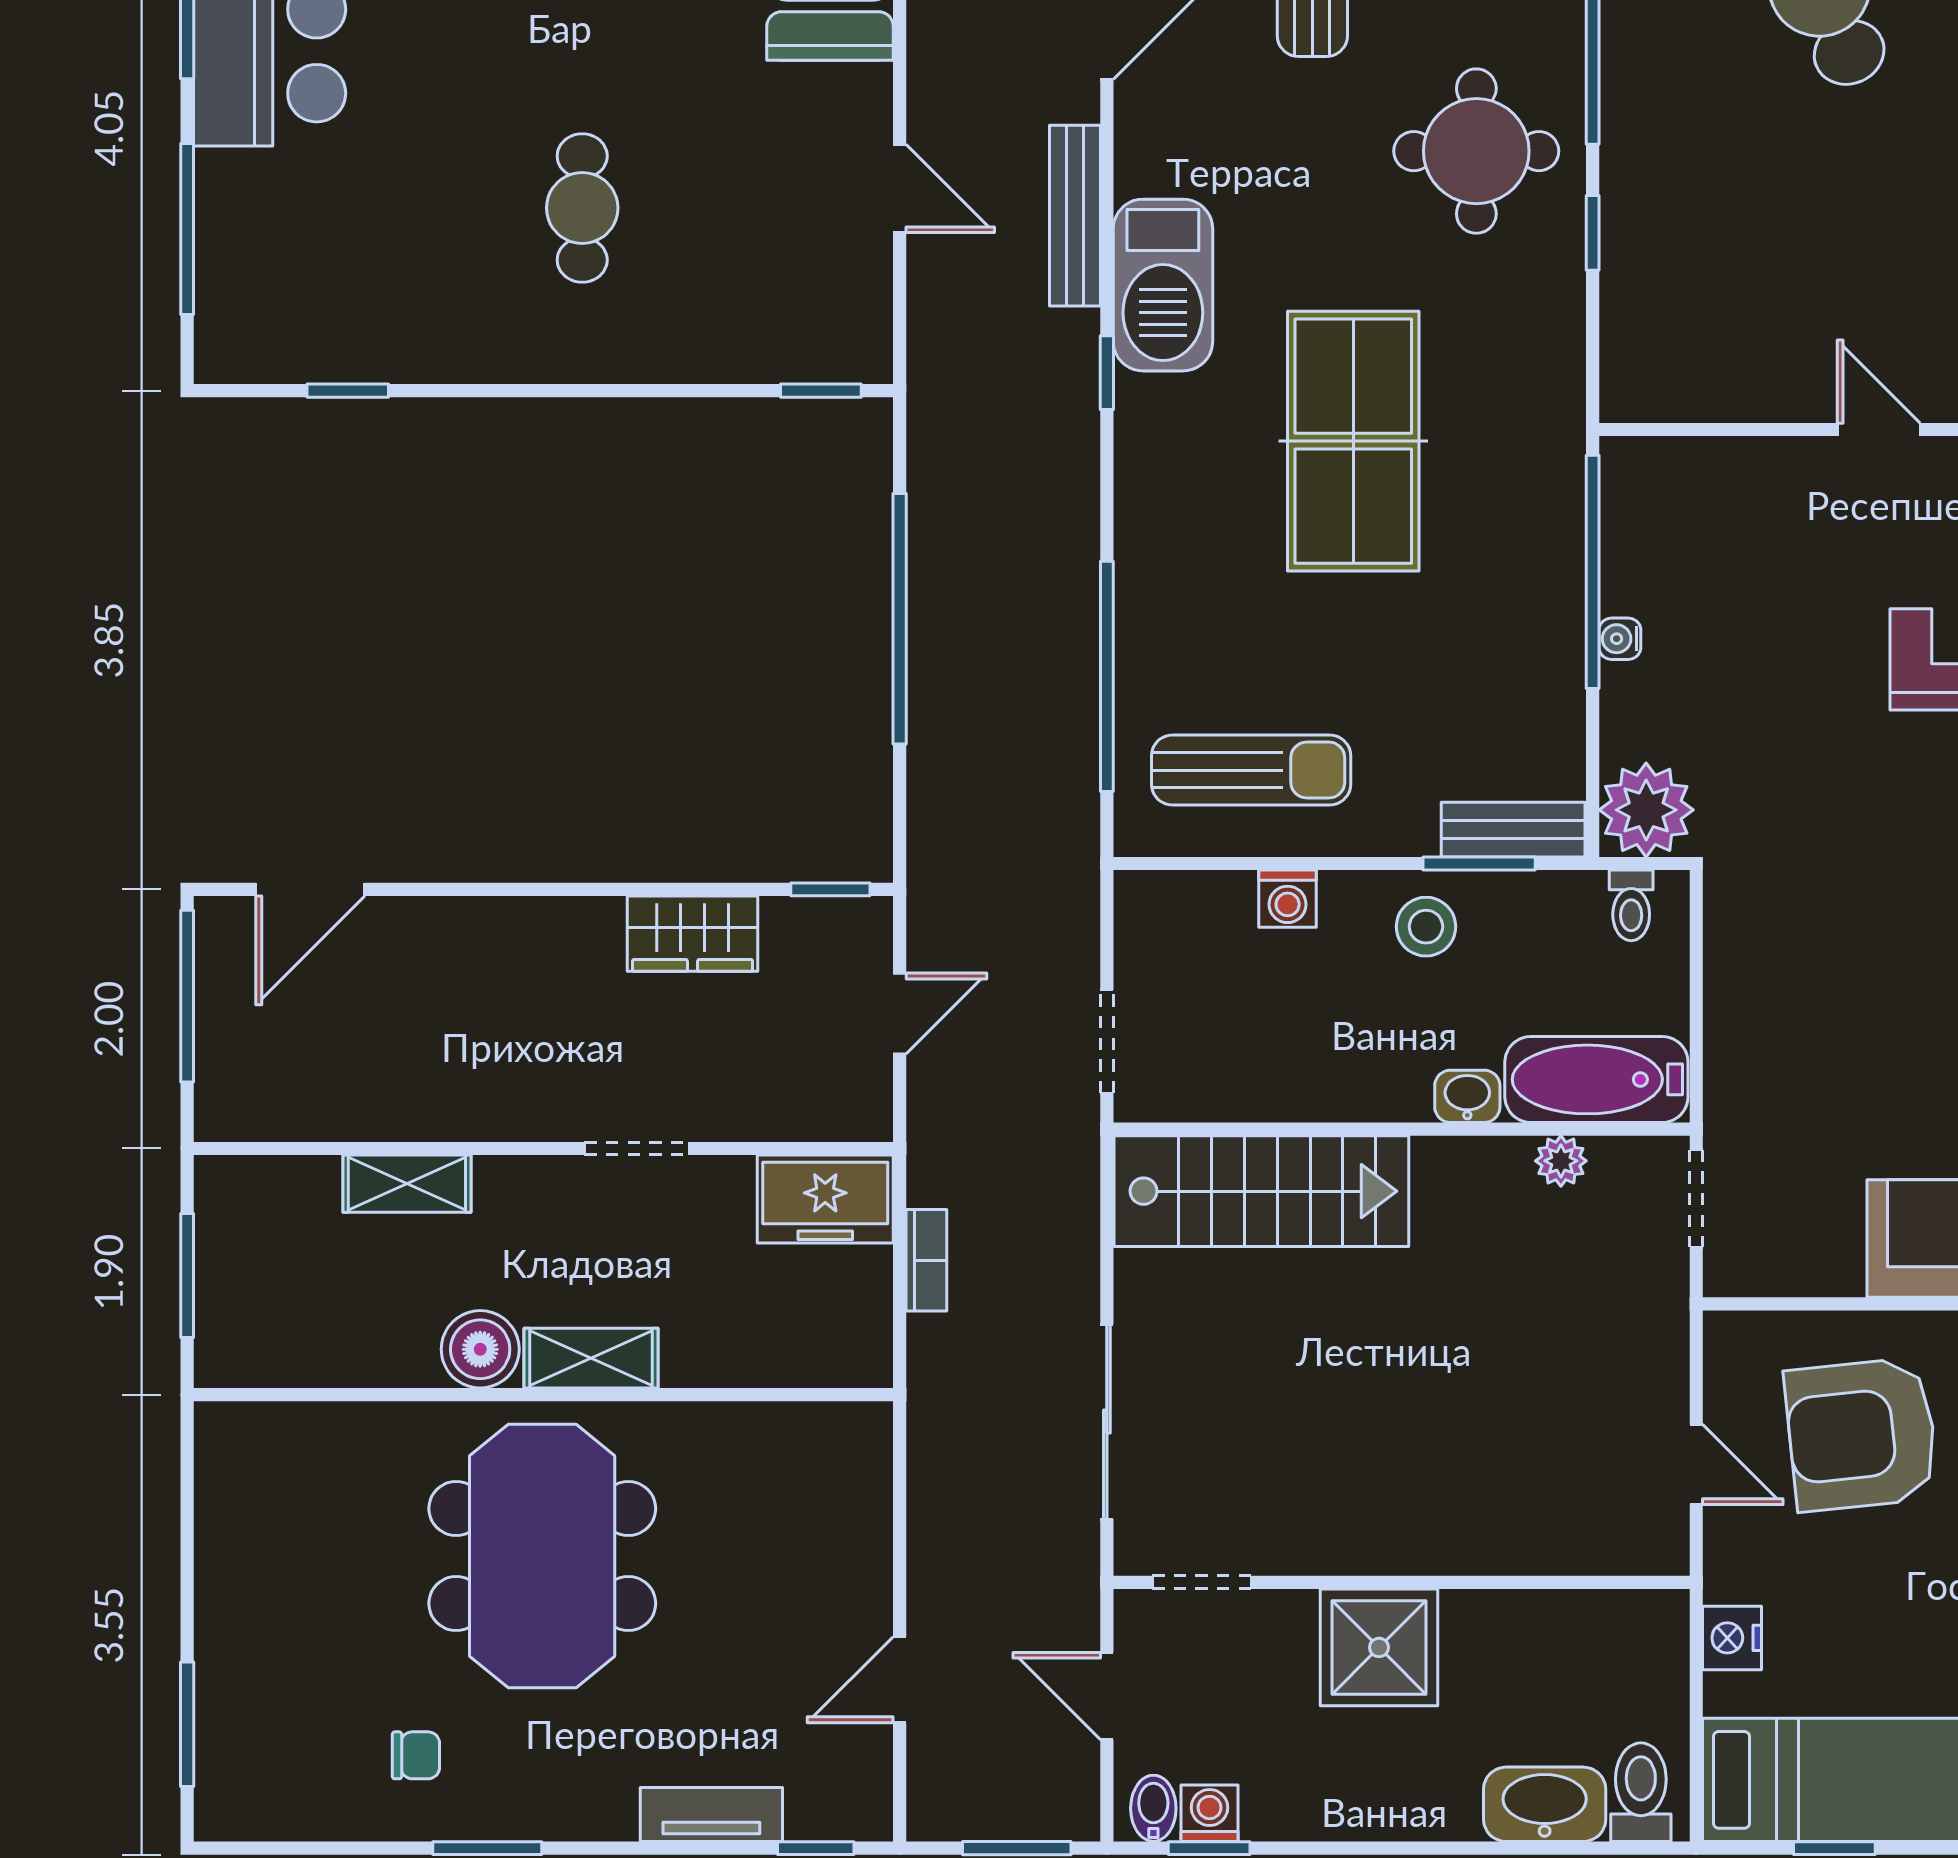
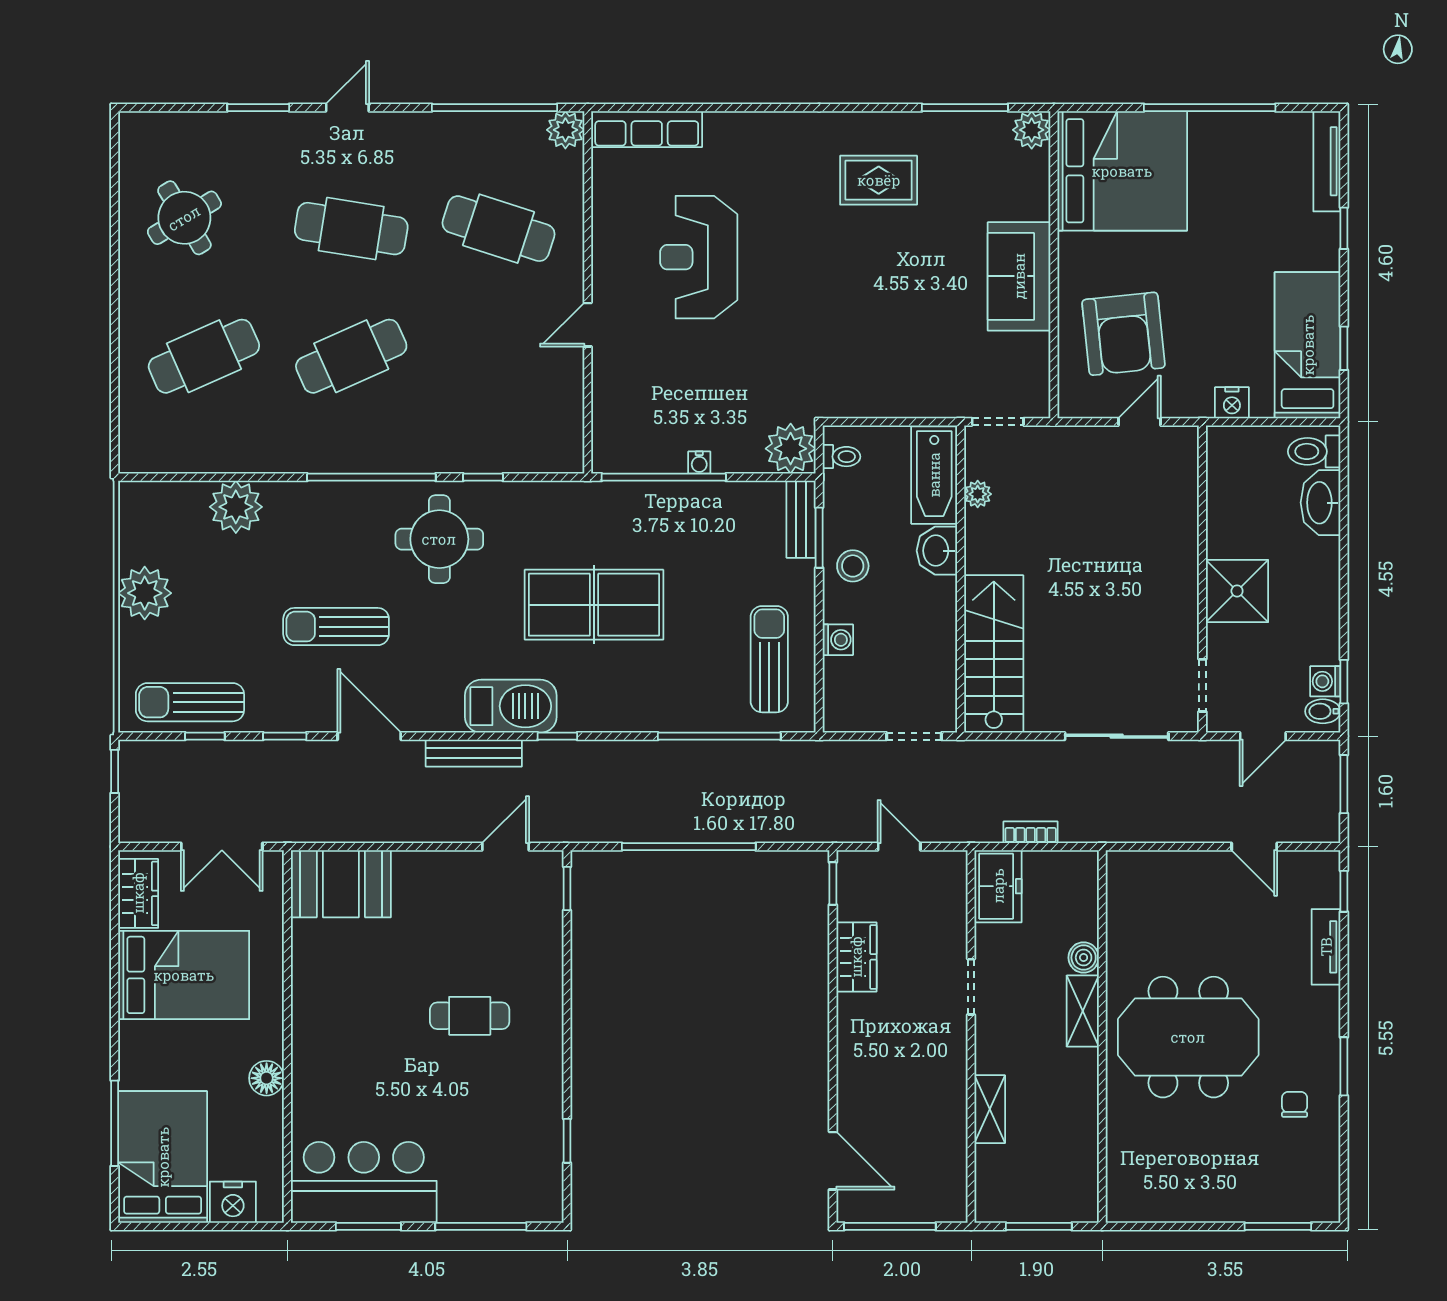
door: (900, 188) -> (505, 847), moved
washbasin: (1467, 1096) -> (937, 551), width x1.38, depth x1.45
boiler: (480, 1349) -> (1084, 958), moved, width x0.73, depth x0.73

